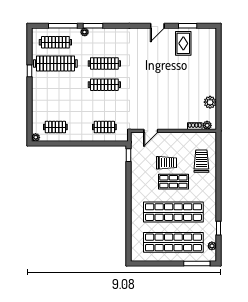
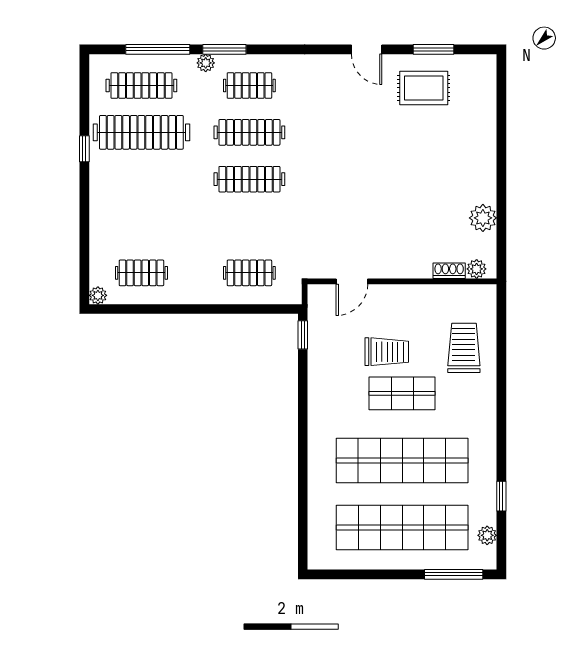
door: (157, 26) -> (367, 49), hinge flipped
clothes rail: (104, 42) -> (249, 86), added
rug: (183, 43) -> (424, 88), turned 90

